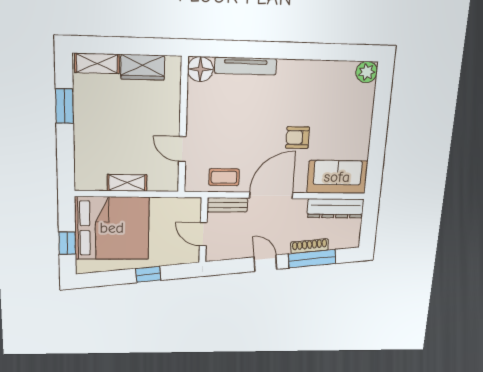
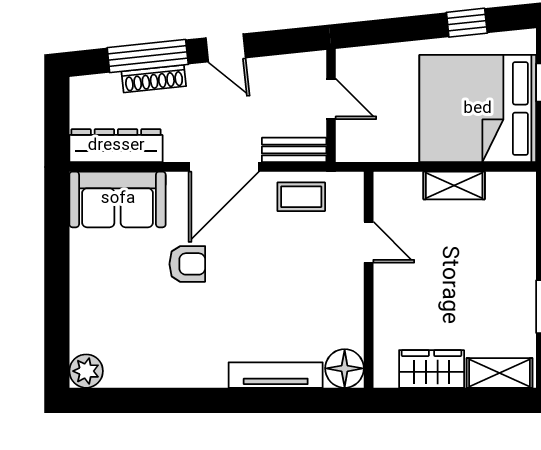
window: (148, 274) -> (467, 23), moved

